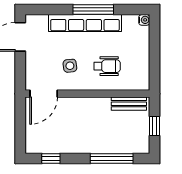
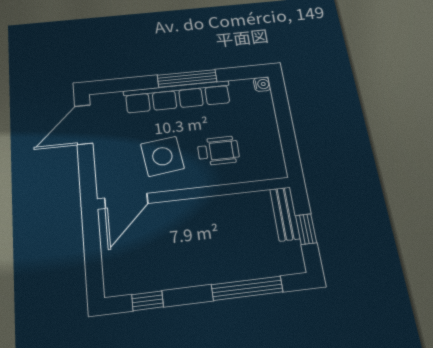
side table: (70, 66) -> (162, 156), width x1.87, depth x1.87
bench: (129, 104) -> (285, 214), moved, turned 90

